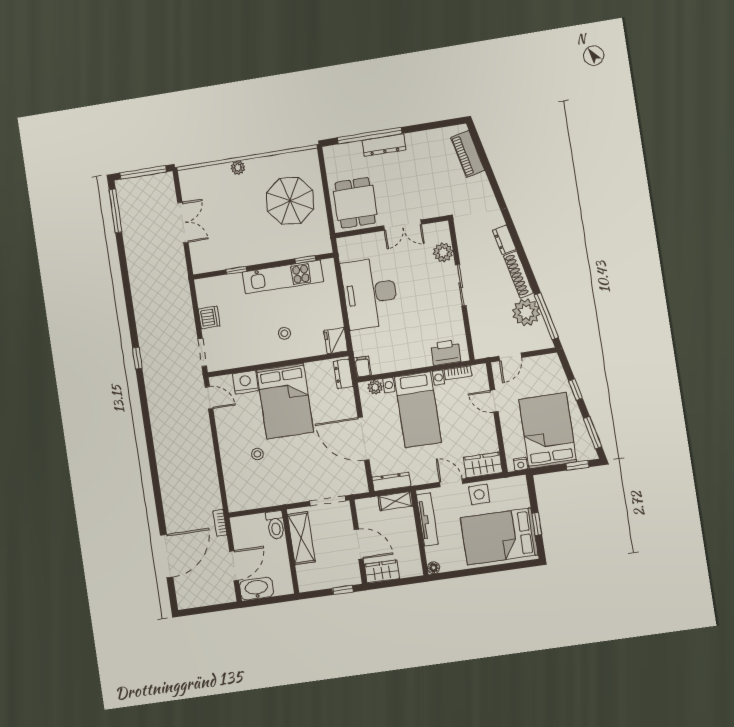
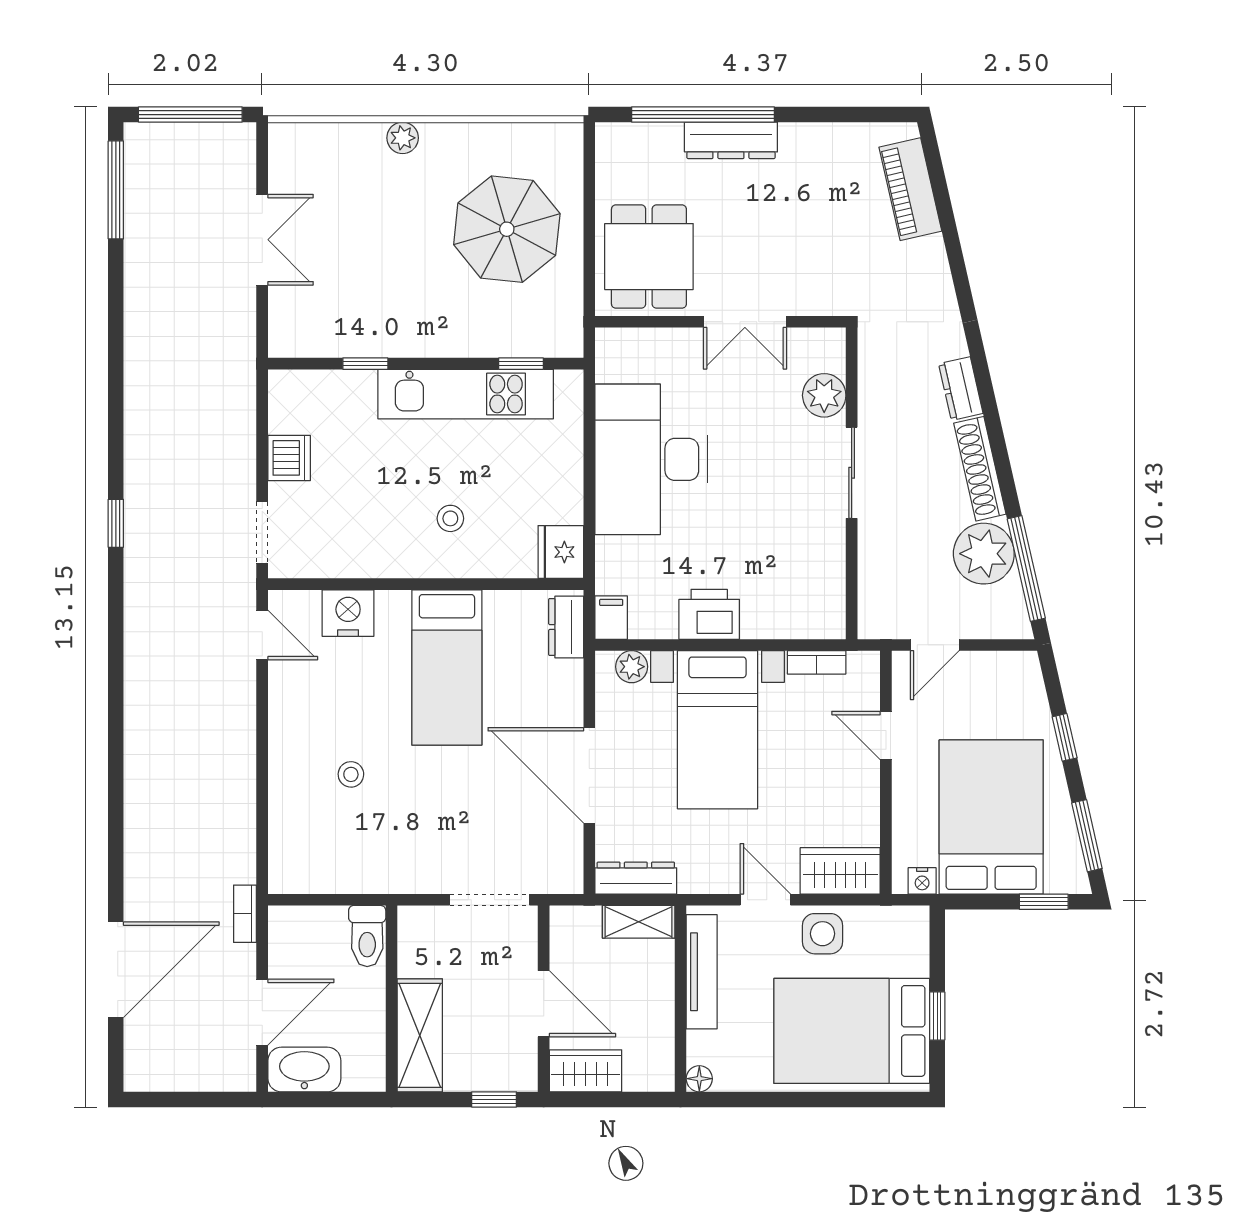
printer: (446, 352) -> (709, 614), moved
bed: (285, 401) -> (447, 668), width x0.67
shelving: (301, 538) -> (420, 1035), moved

